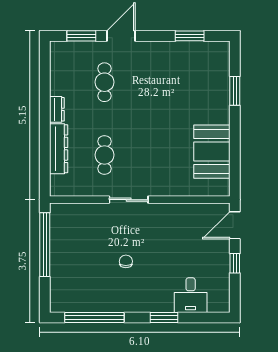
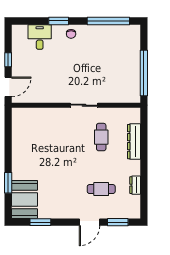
cafe table: (104, 82) -> (101, 189), turned 90
dresser: (57, 109) -> (135, 185), moved
booth: (212, 152) -> (25, 199), moved
chair: (126, 261) -> (71, 34), moved

